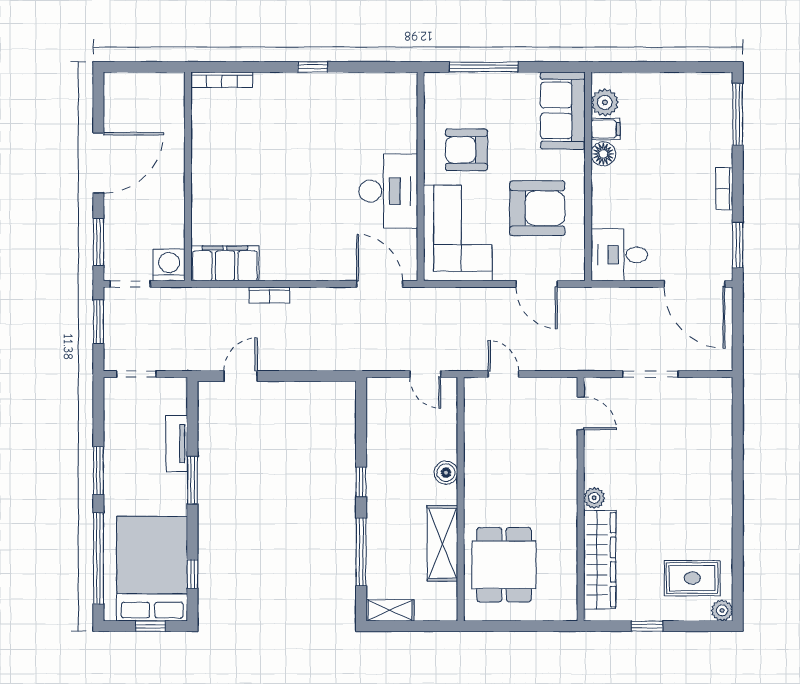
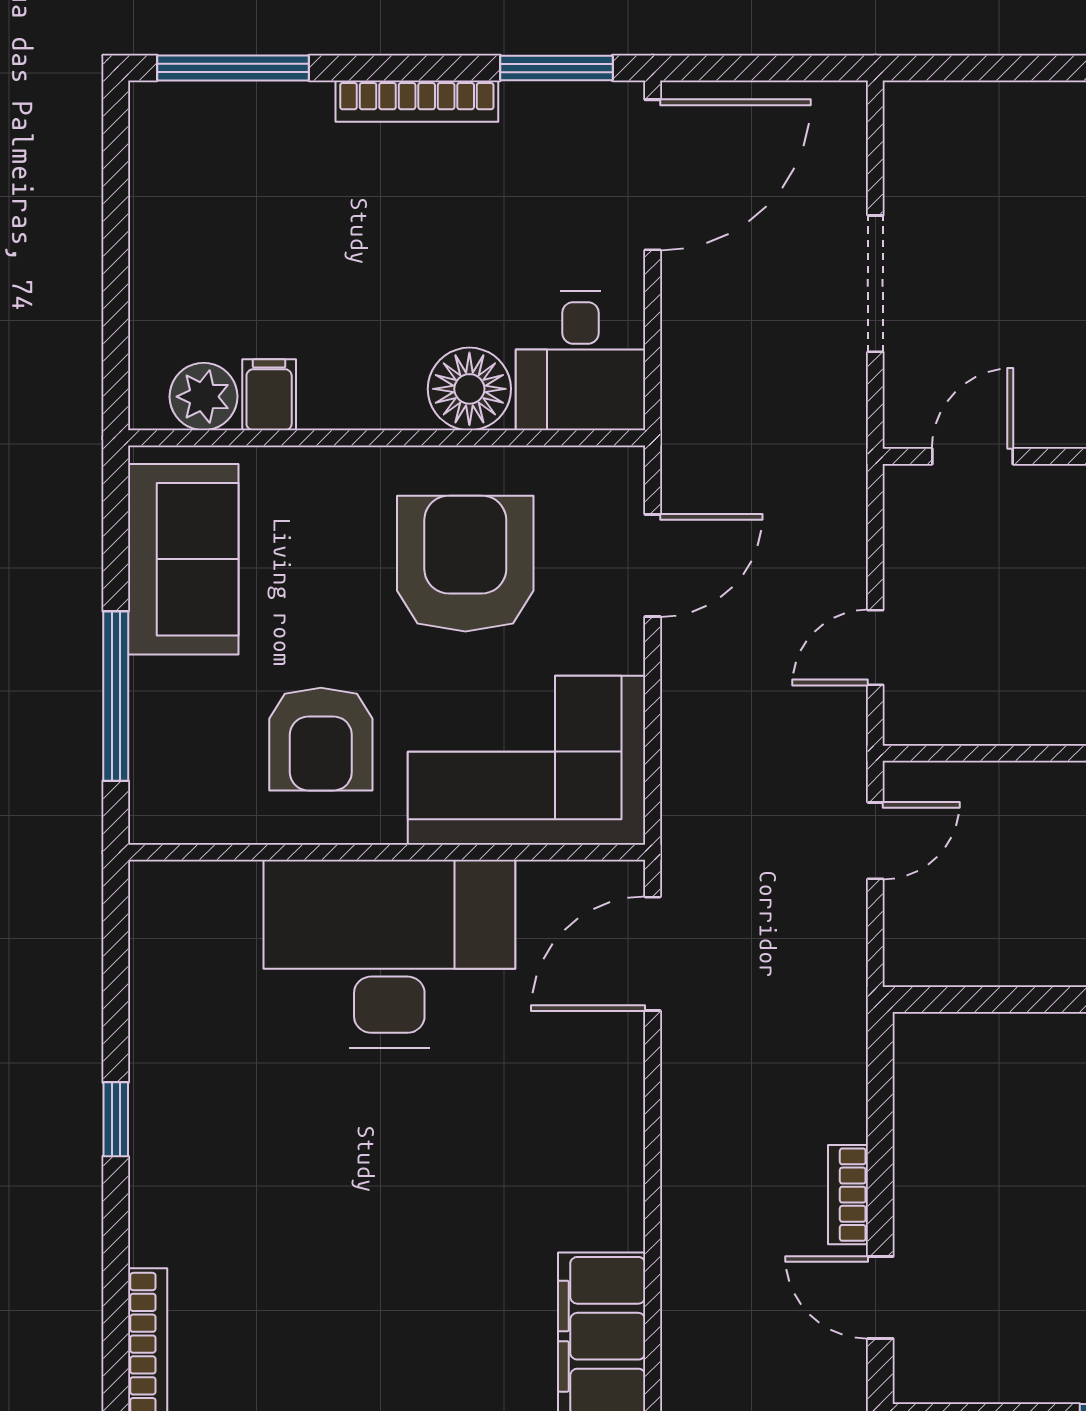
sofa: (563, 110) -> (183, 559), moved, turned -90
floor lamp: (603, 154) -> (469, 389), moved, width x1.38, depth x1.38
bookcase: (724, 189) -> (417, 101), width x1.56
desk: (388, 191) -> (389, 954), width x1.36, depth x1.30
bookcase: (269, 295) -> (848, 1195), moved, turned 180

